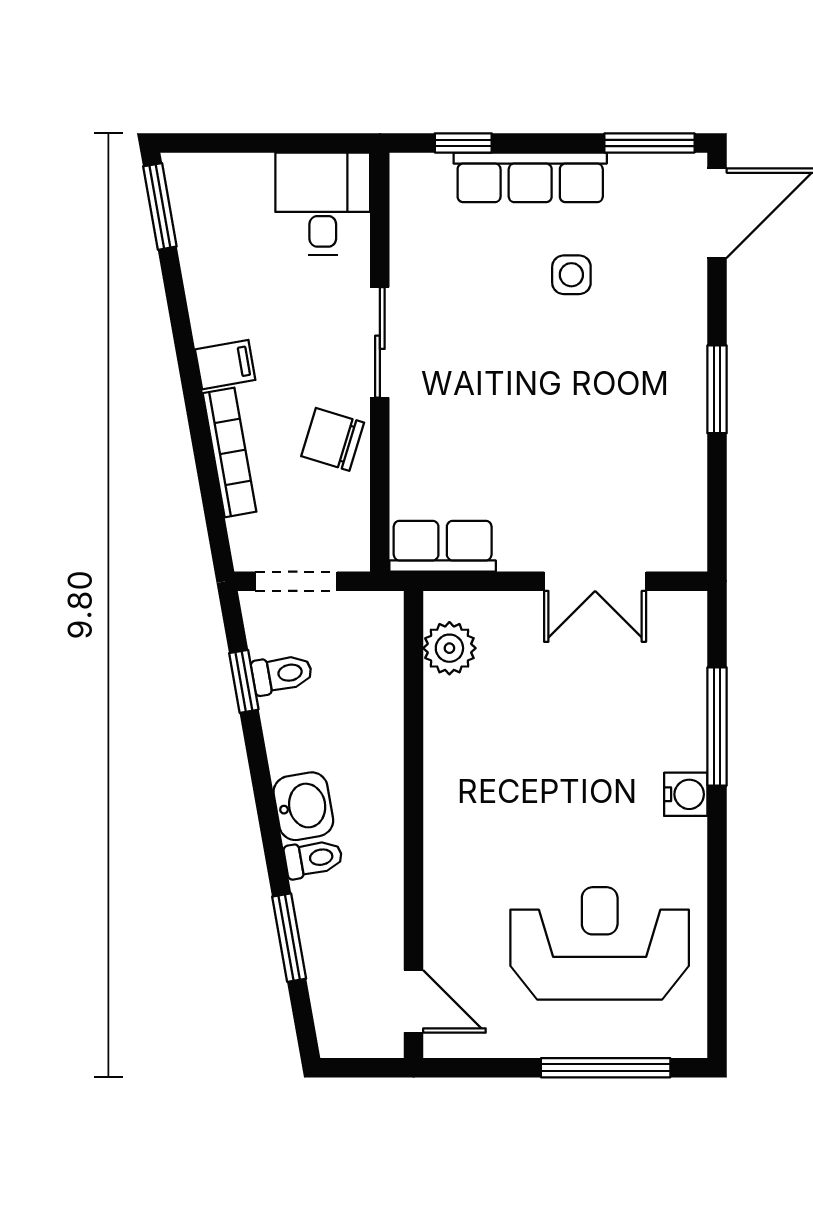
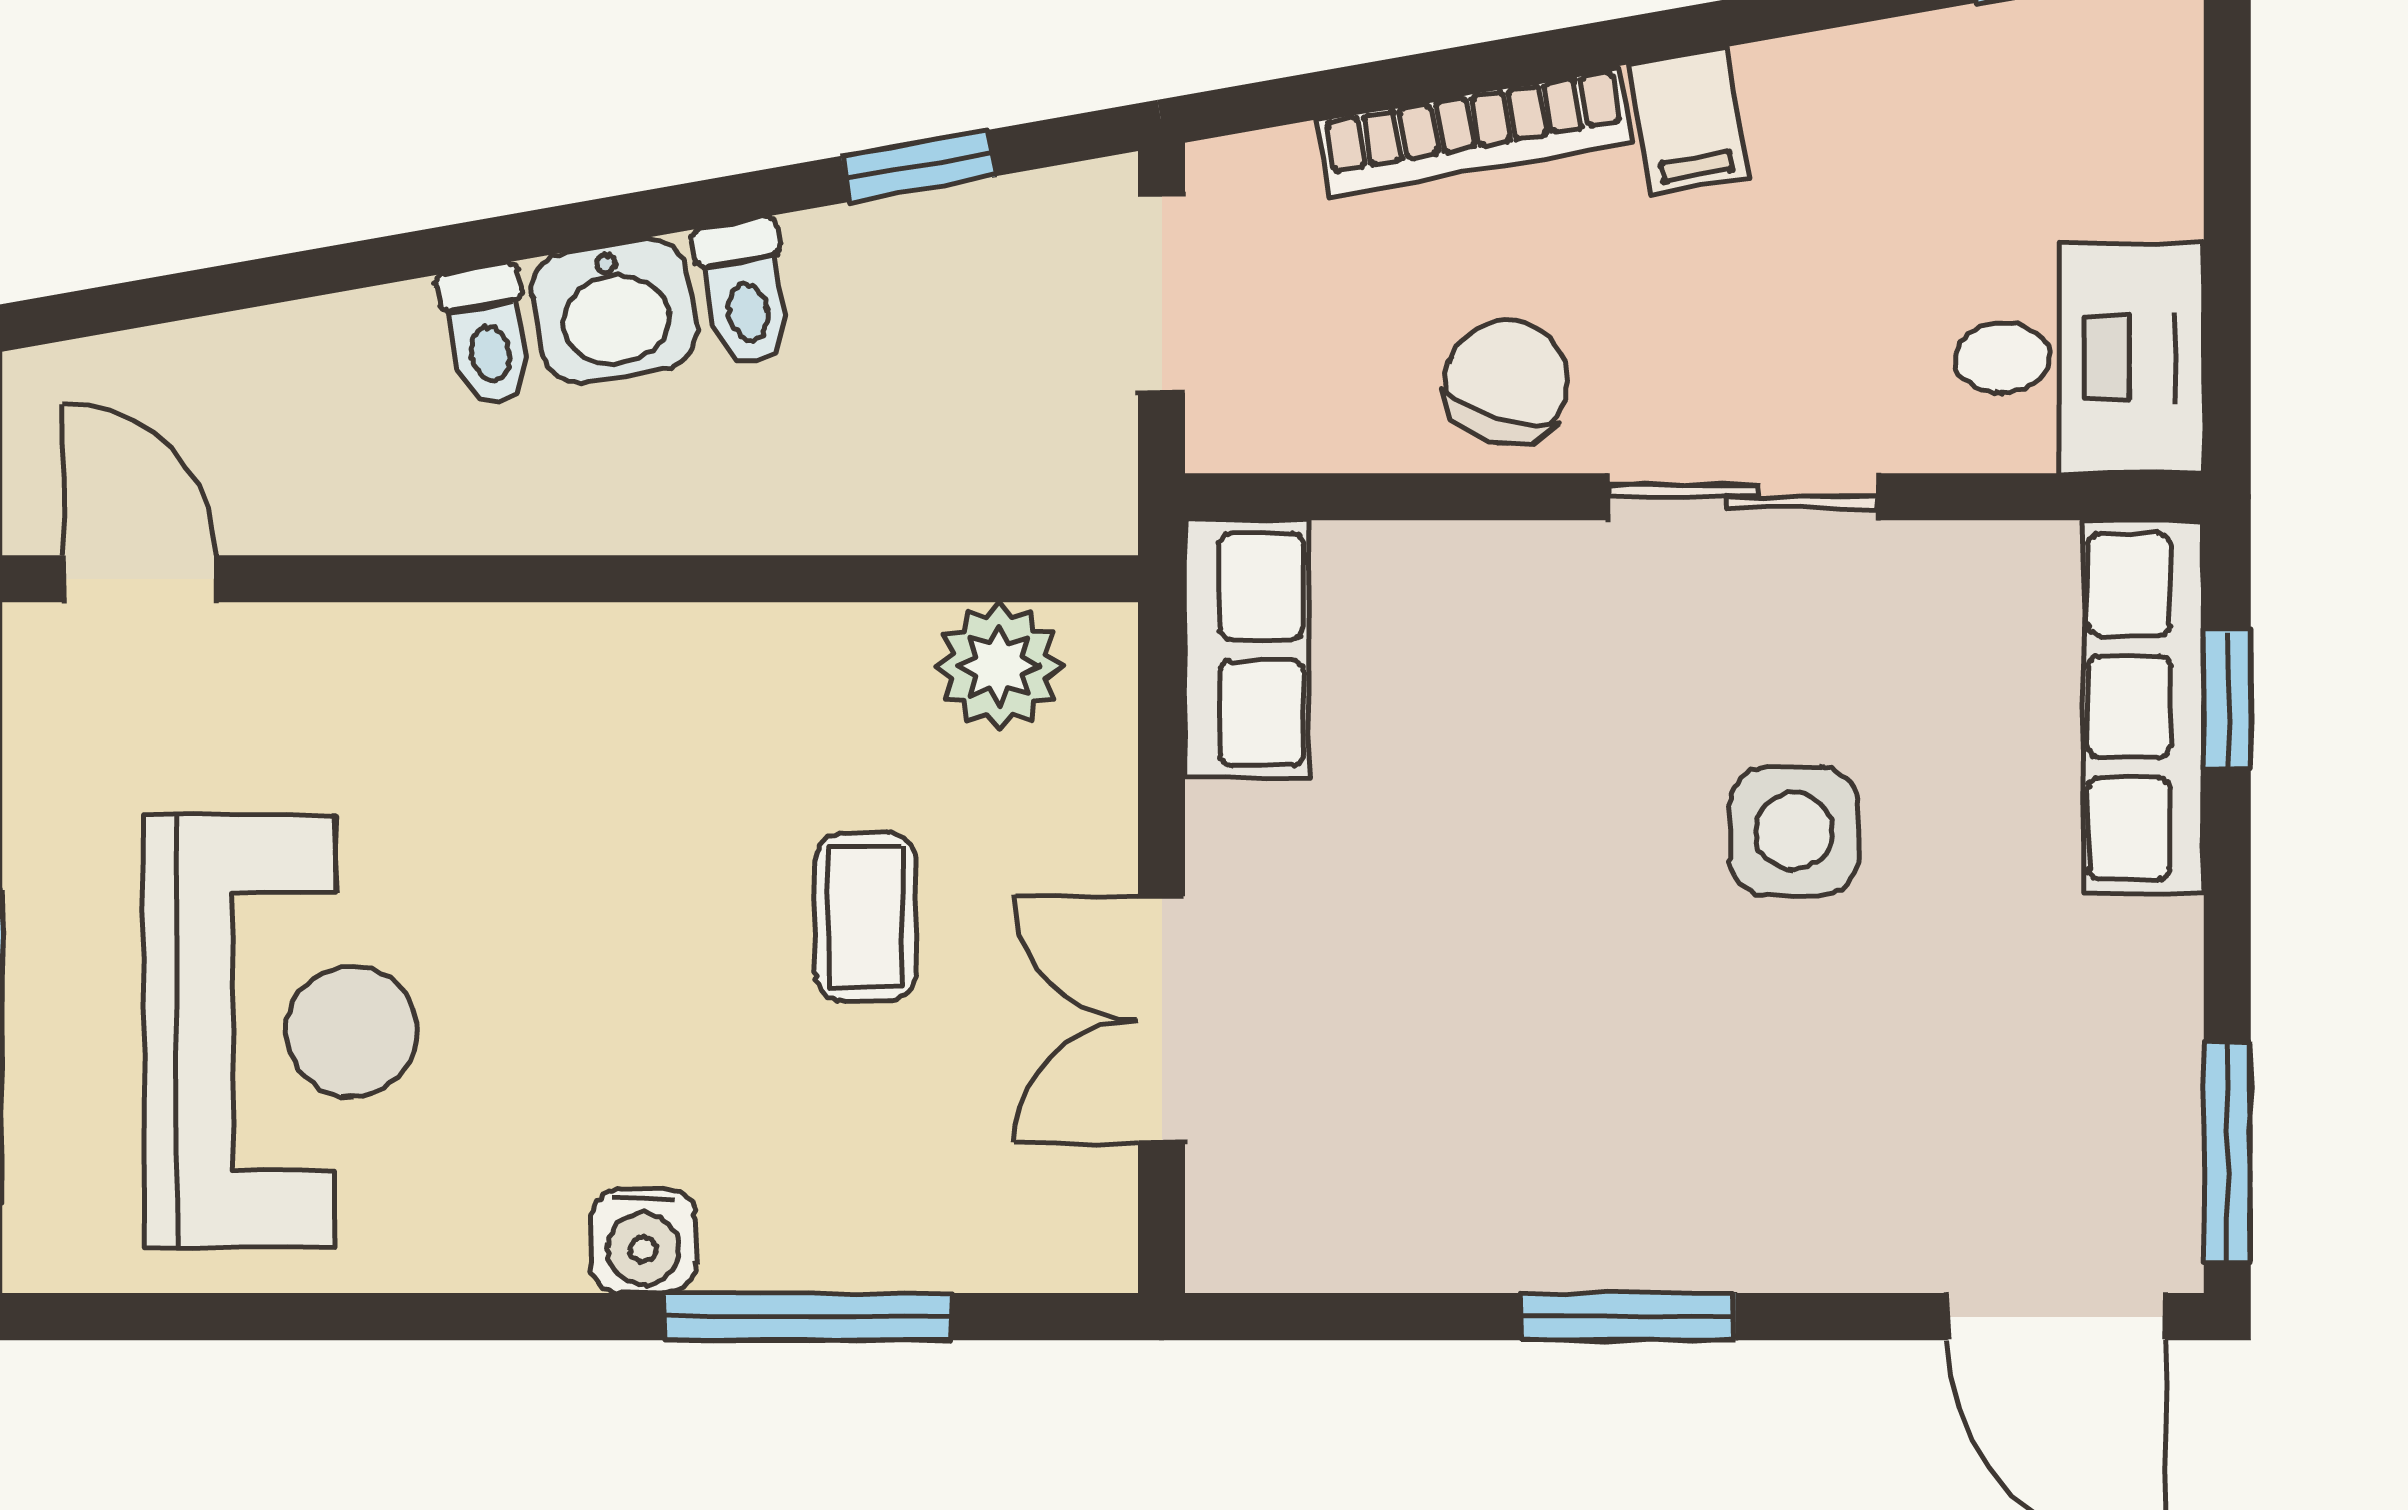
row of seats: (530, 177) -> (2144, 707), moved
side table: (571, 275) -> (1794, 831), moved, width x1.37, depth x1.37
toilet: (282, 674) -> (745, 293), moved
coffee table: (553, 703) -> (866, 917), added
window: (289, 938) -> (295, 276), removed
door: (414, 1001) -> (140, 579), swing flipped

